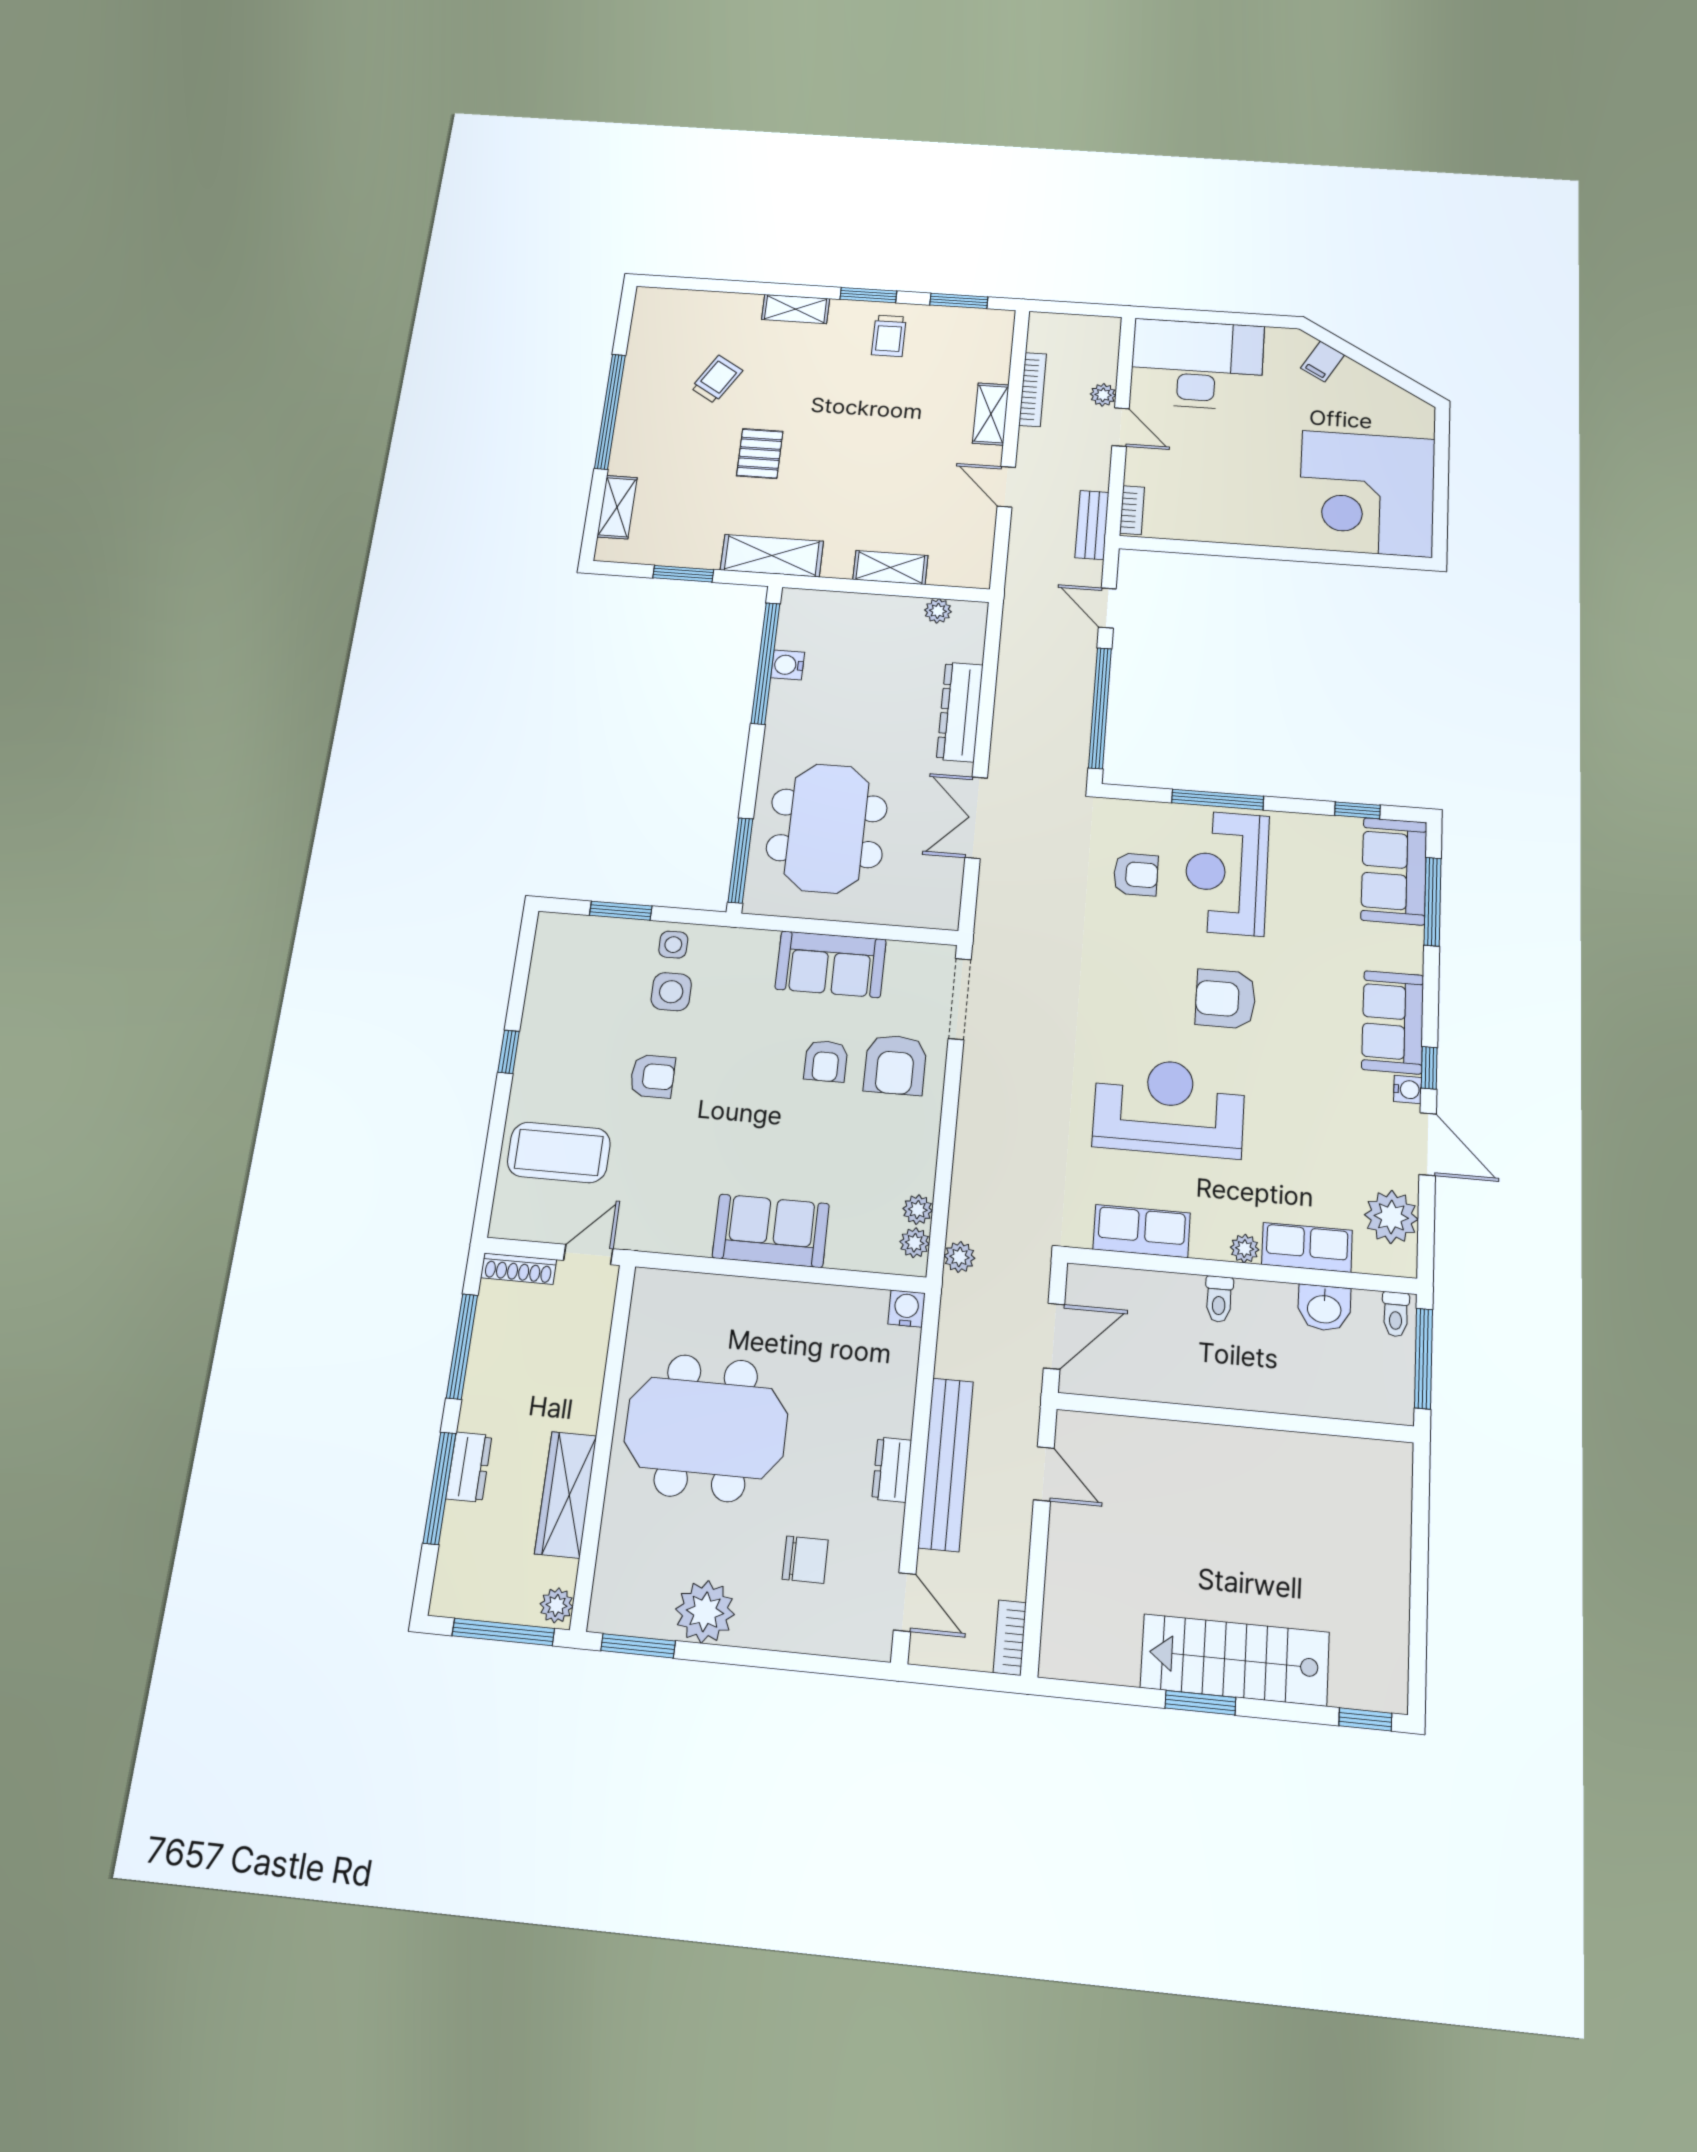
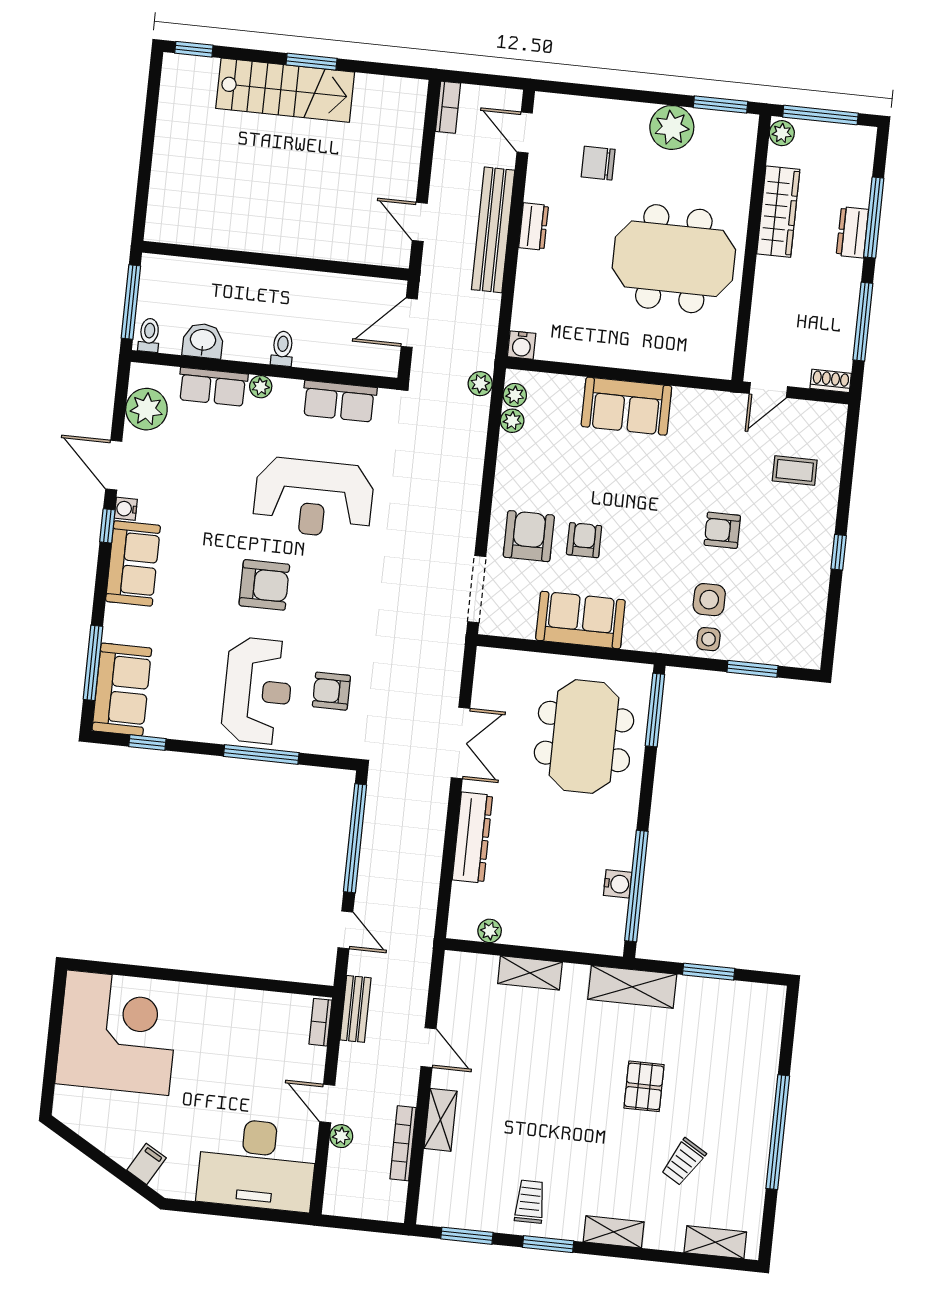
shelving: (617, 507) -> (715, 1242), moved, turned 90
coffee table: (559, 1152) -> (795, 470), width x0.54, depth x0.58
shoe rack: (519, 1269) -> (831, 381), width x0.70

